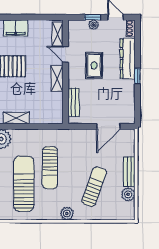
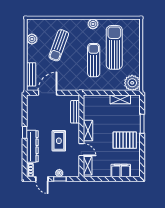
bench: (129, 172) -> (31, 74), moved
sun lounger: (24, 184) -> (114, 47), turned 180
plant: (67, 213) -> (93, 24), moved

